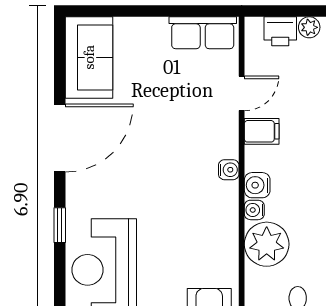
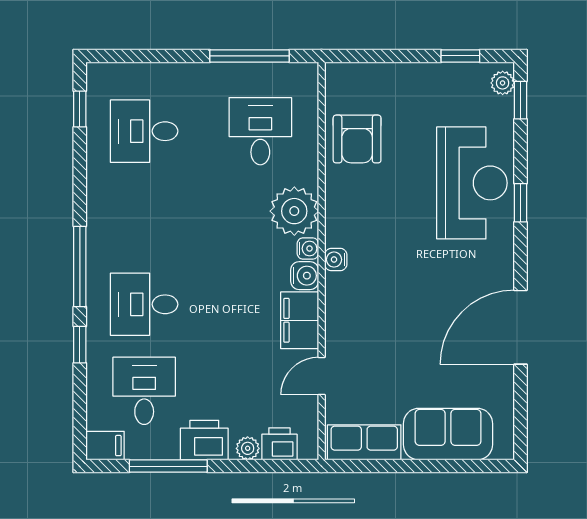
sofa: (89, 57) -> (448, 434), moved, turned 90
filing cabinet: (262, 131) -> (300, 320), width x2.00
water cooler: (229, 170) -> (336, 260), moved
window: (60, 225) -> (521, 203), moved

